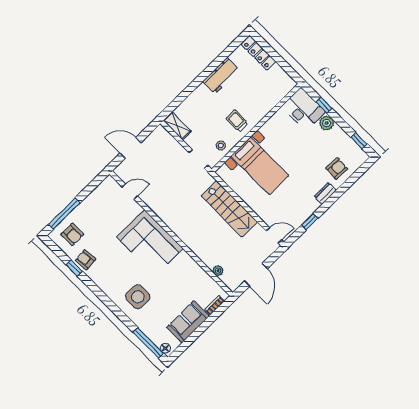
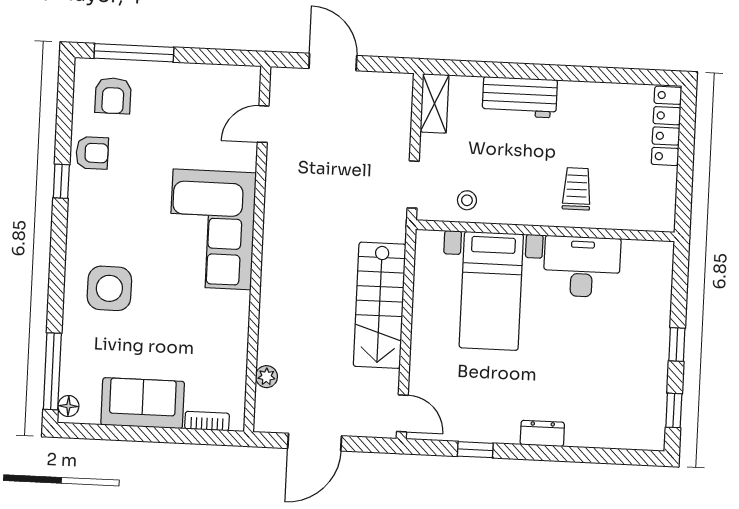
workbench: (221, 76) -> (520, 97), moved
window: (324, 105) -> (677, 345), moved
desk: (303, 109) -> (582, 267), moved, turned -90
trolley: (237, 121) -> (577, 189), moved
plant: (327, 123) -> (655, 334), removed
armchair: (337, 168) -> (598, 416), removed
door: (130, 192) -> (263, 124), swing flipped
armchair: (85, 260) -> (92, 153), turned 95
window: (74, 268) -> (61, 181), moved

